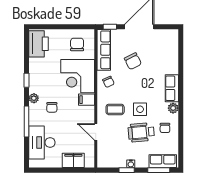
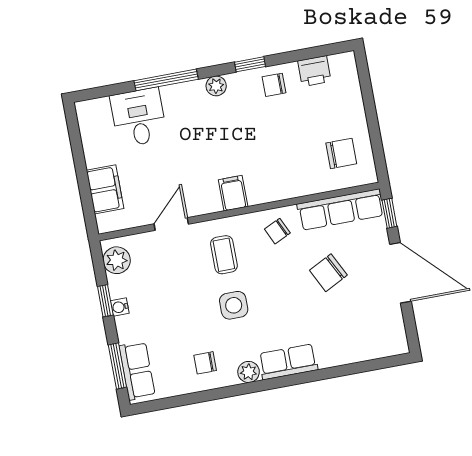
printer: (39, 44) -> (314, 71), width x0.53, depth x0.68
corner desk: (78, 76) -> (277, 166), removed
chair: (52, 107) -> (274, 85), moved
wheelchair: (141, 132) -> (187, 316), removed
desk: (42, 143) -> (139, 117), width x0.73
plant: (108, 161) -> (117, 260), added

